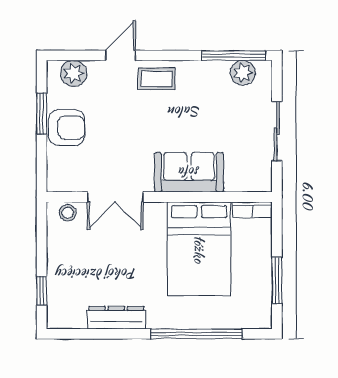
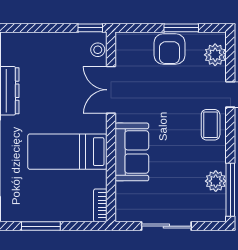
plant: (243, 73) -> (216, 181), moved
bed: (199, 249) -> (67, 152), width x0.67
window: (42, 291) -> (90, 28), moved

